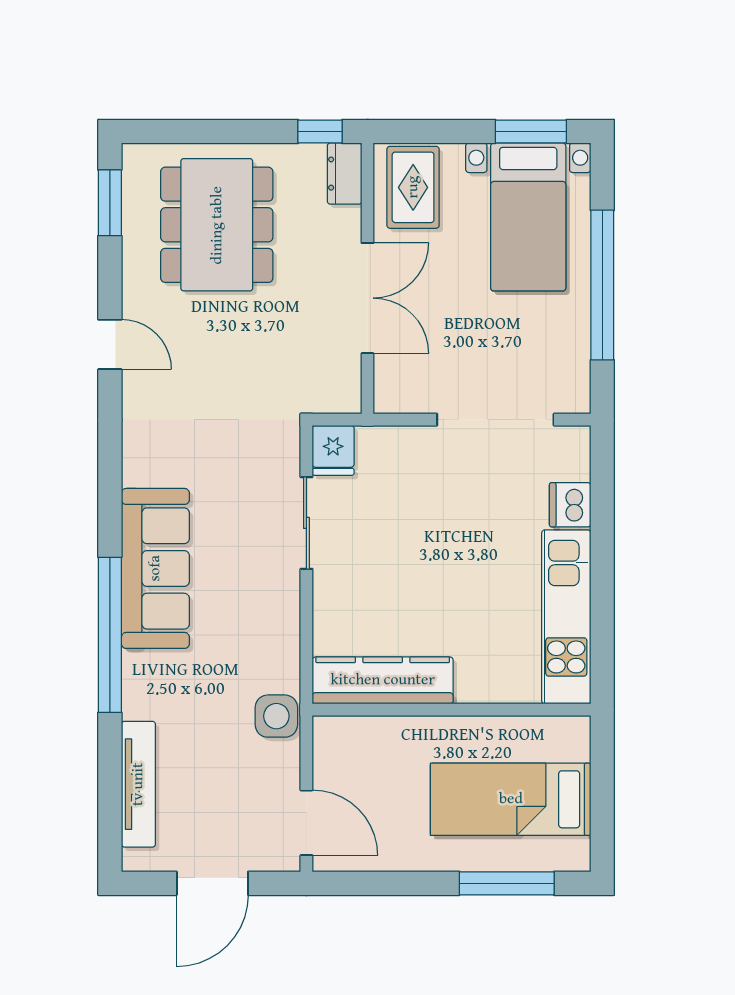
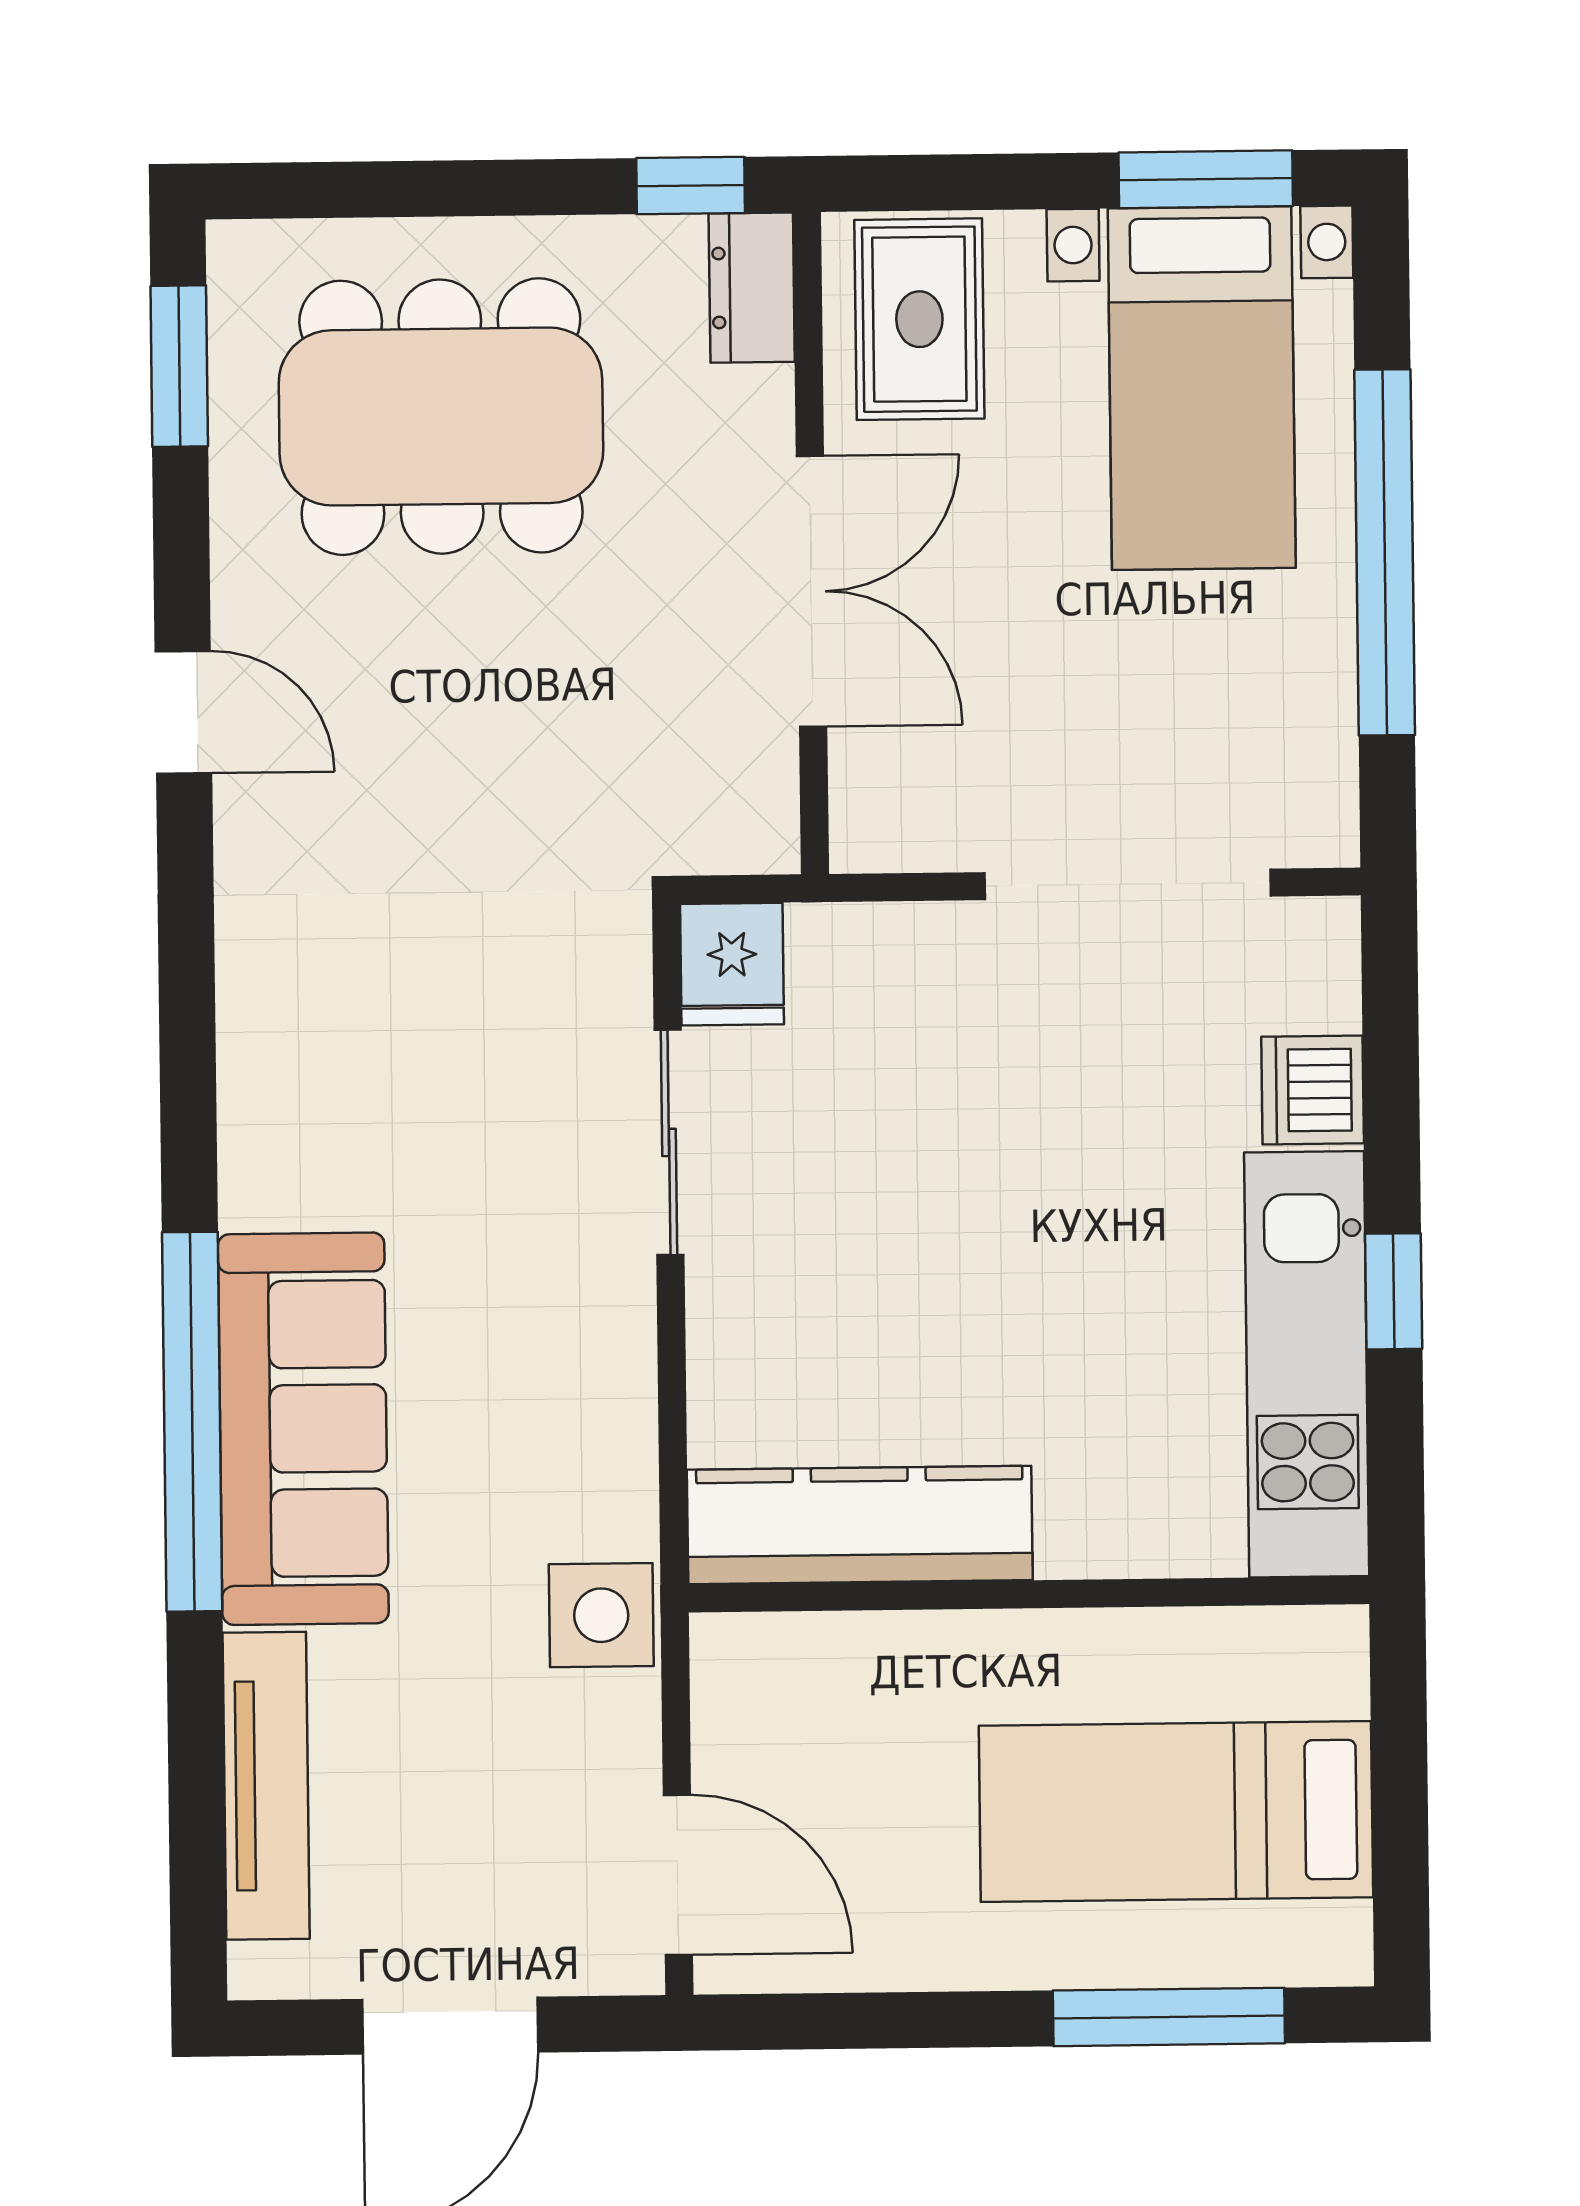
dining table: (217, 225) -> (441, 417), turned 90
sofa: (155, 568) -> (303, 1429), moved
window: (602, 588) -> (1394, 1291), added

